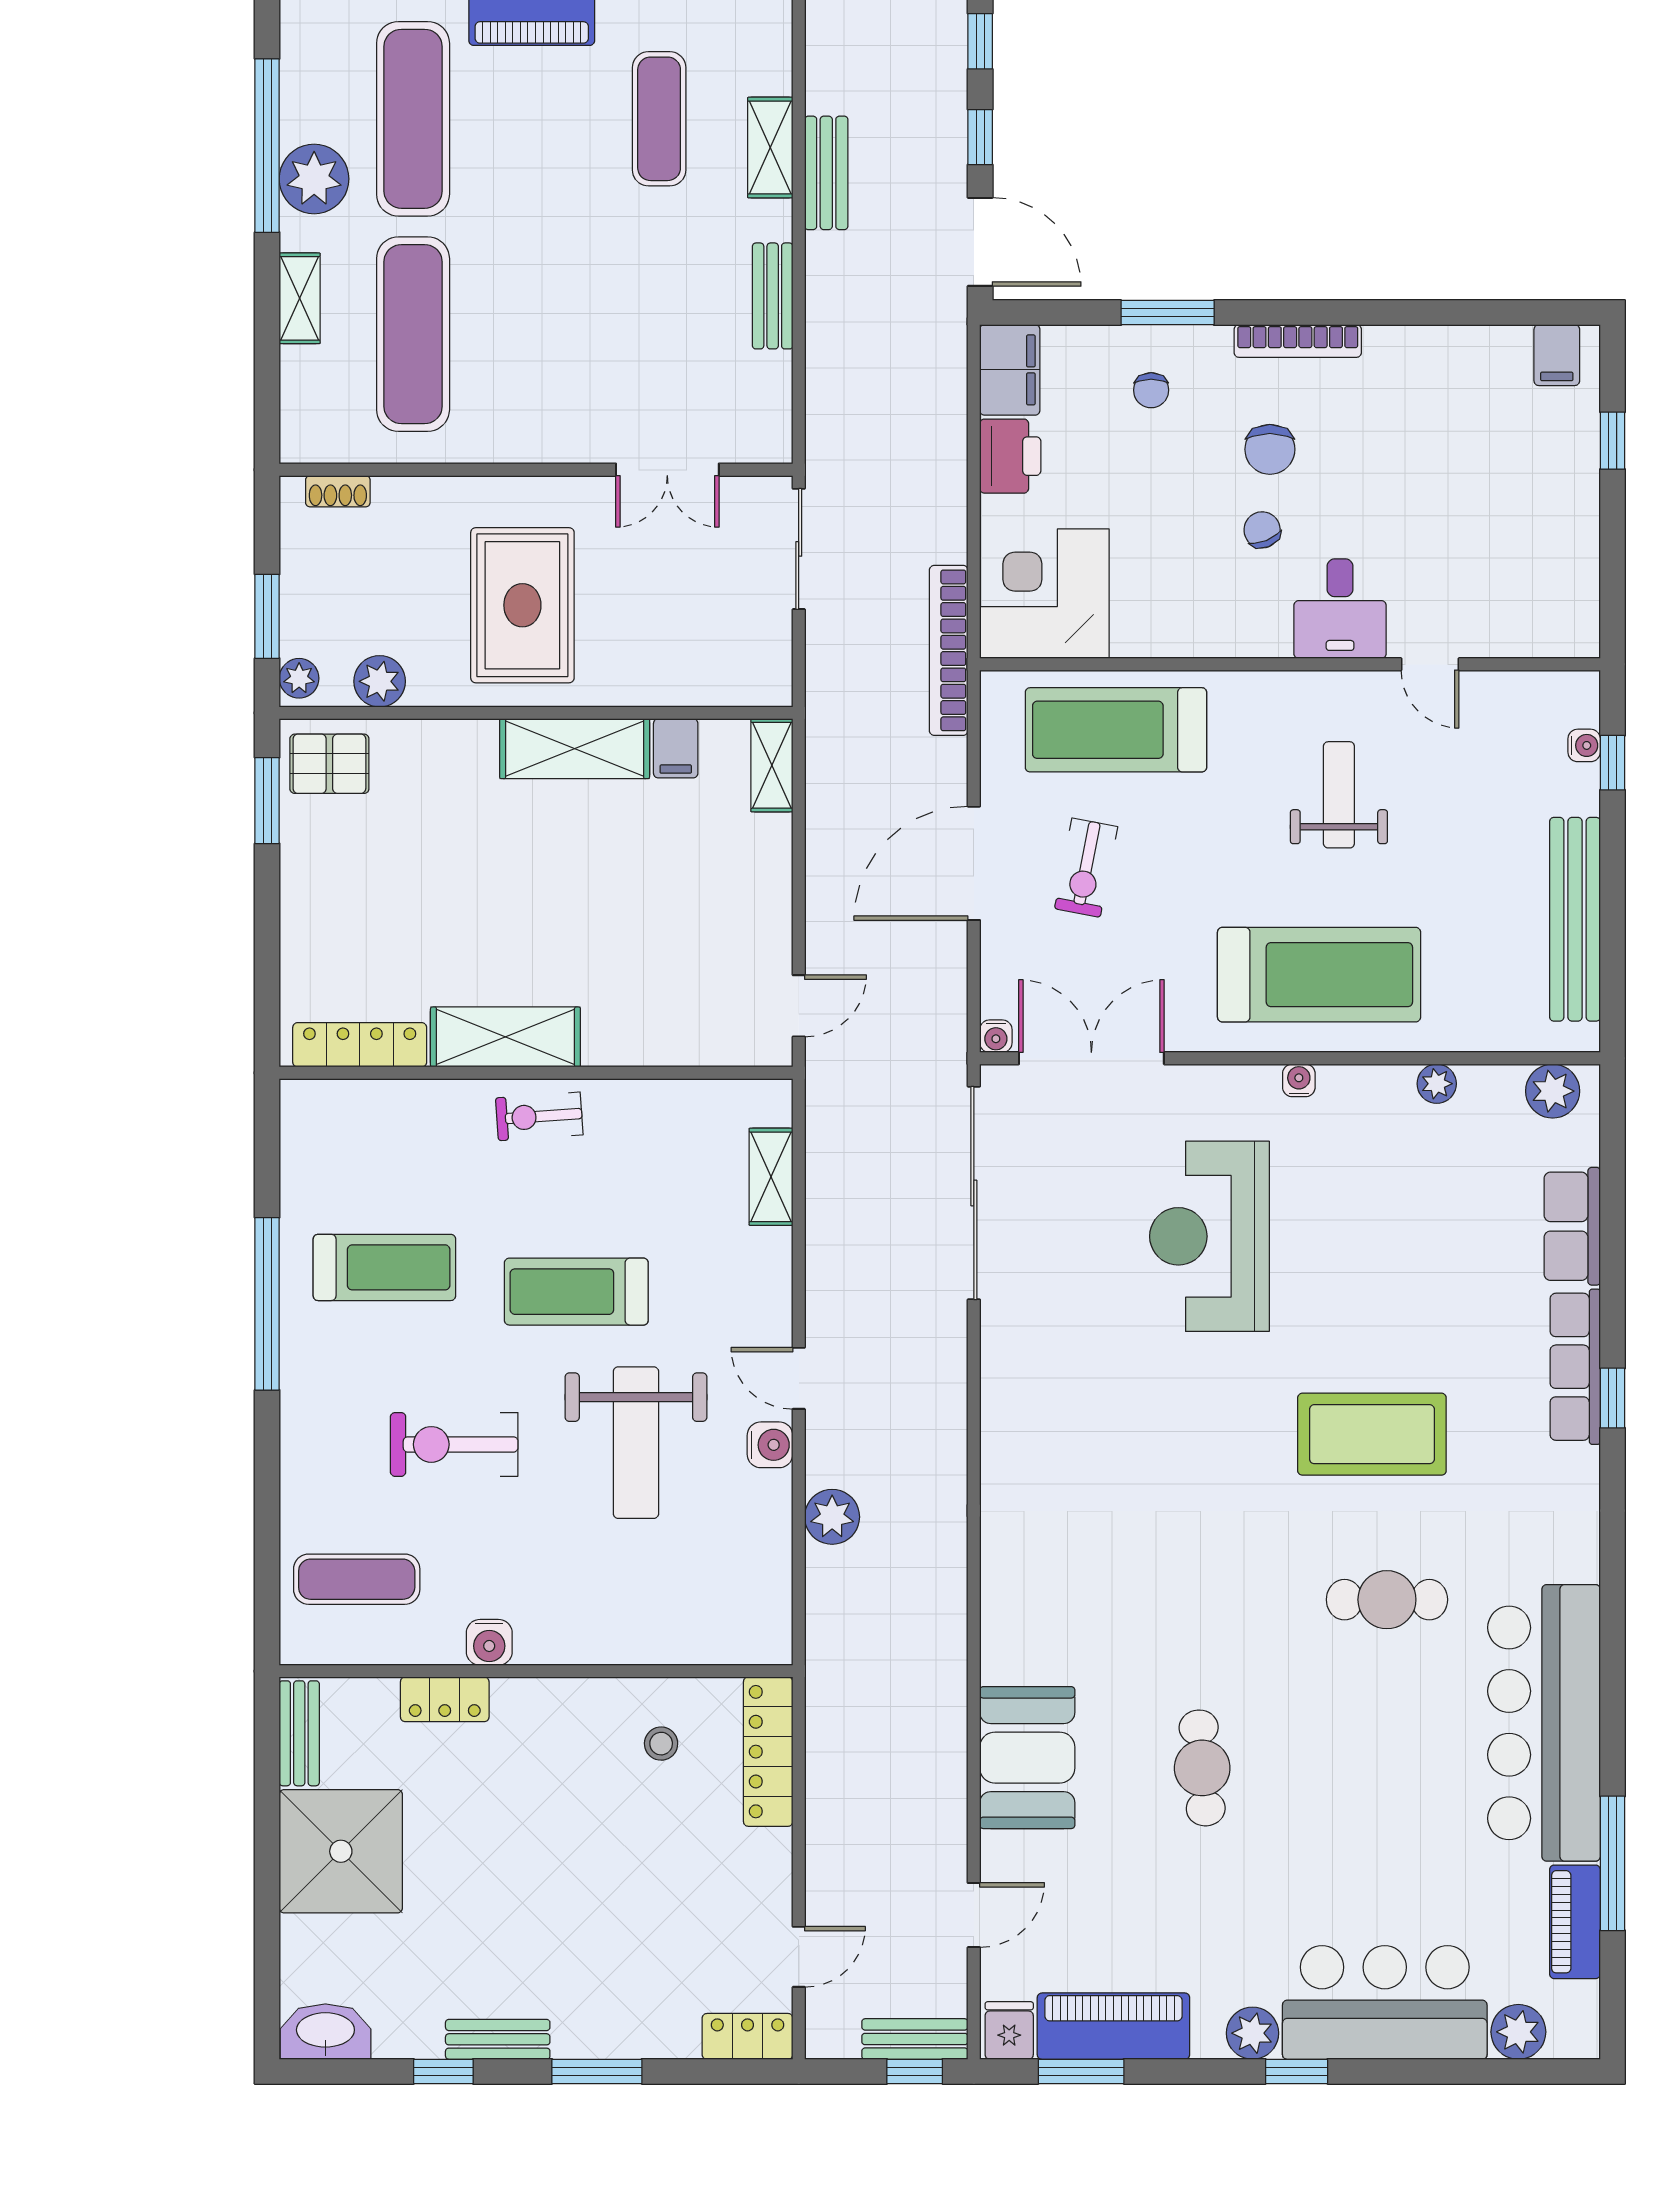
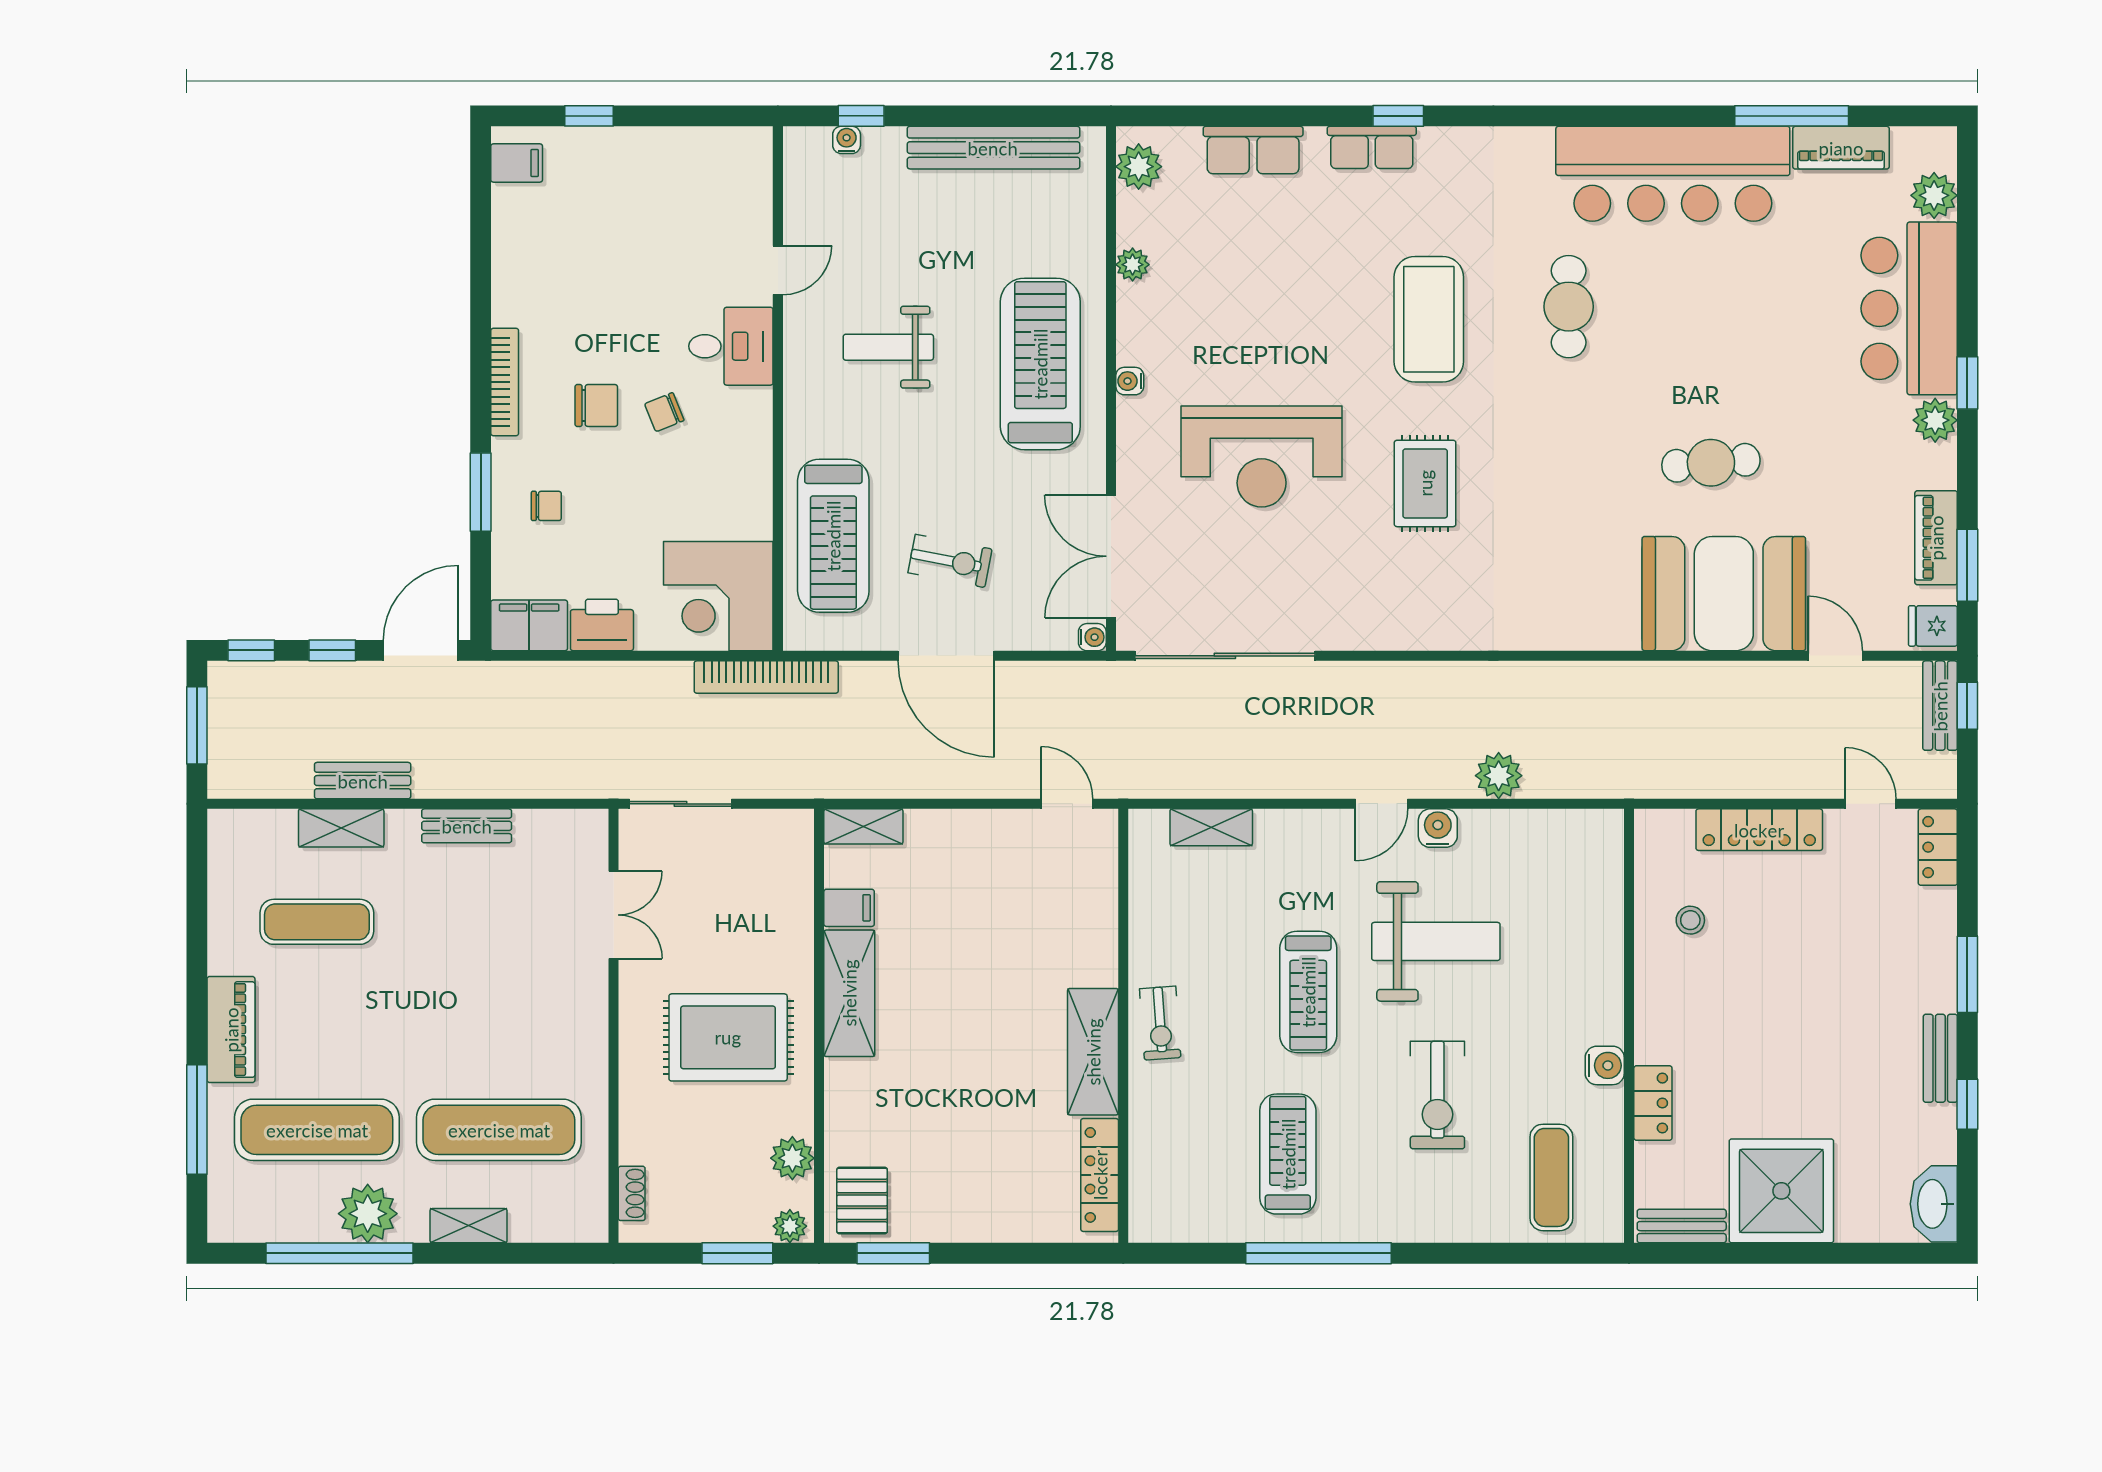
row of seats: (1575, 1367) -> (1372, 147), width x0.68
rug: (1178, 1430) -> (1425, 483), added
locker: (768, 1752) -> (1759, 830), moved
booth: (1027, 1758) -> (1724, 594), width x1.36, depth x1.42
piano: (1113, 2026) -> (1936, 538), width x0.73, depth x0.75

